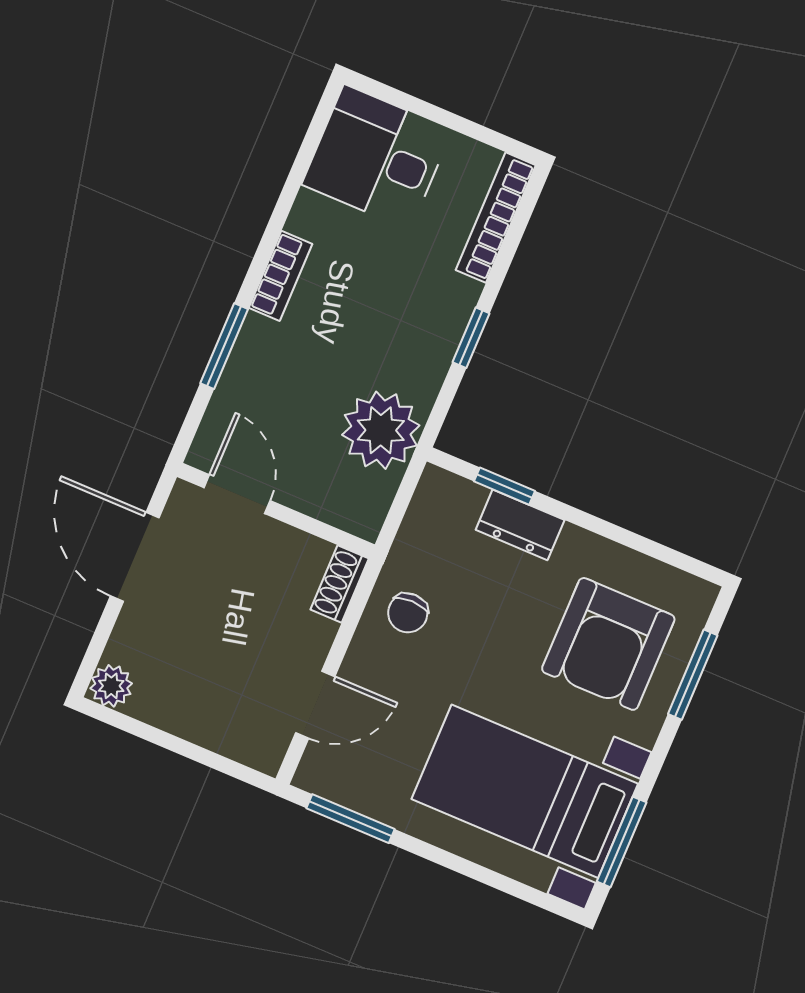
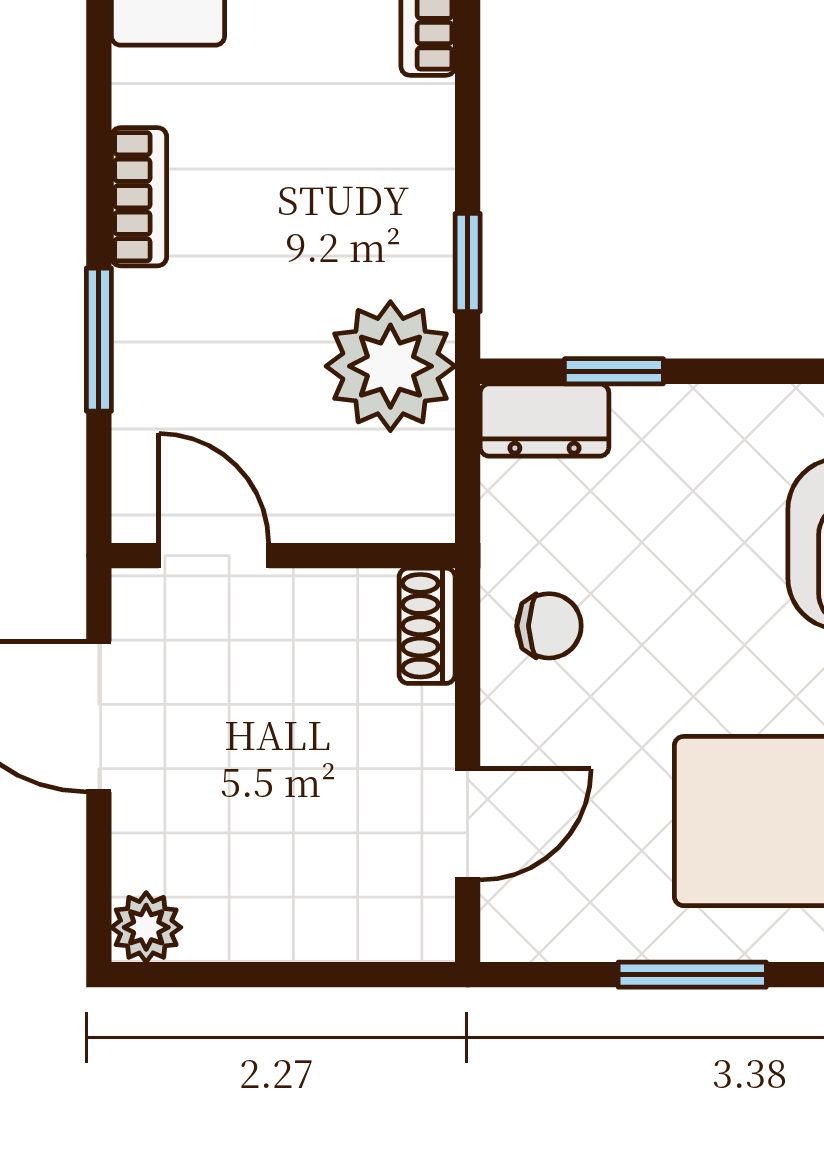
window: (471, 338) -> (468, 262), moved
dresser: (520, 525) -> (544, 420), moved
chair: (408, 613) -> (549, 626), turned -90
window: (350, 819) -> (692, 975), moved

